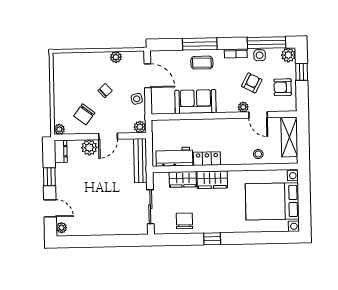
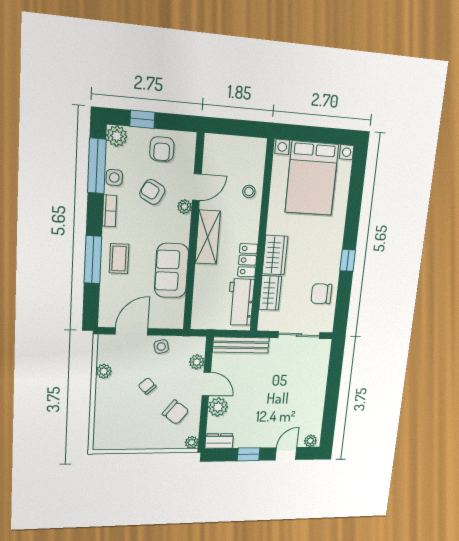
plant: (140, 127) -> (197, 362), moved
shelving: (289, 137) -> (208, 237), moved, turned 90

